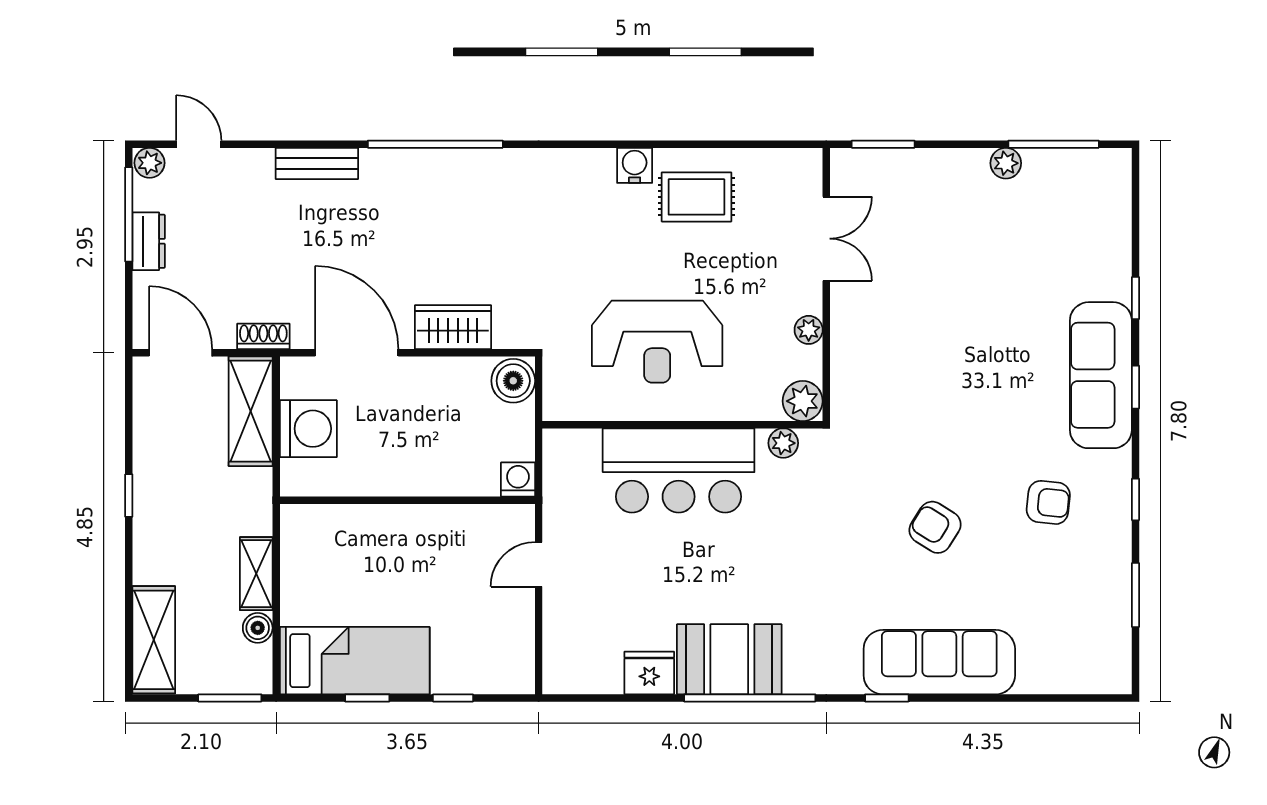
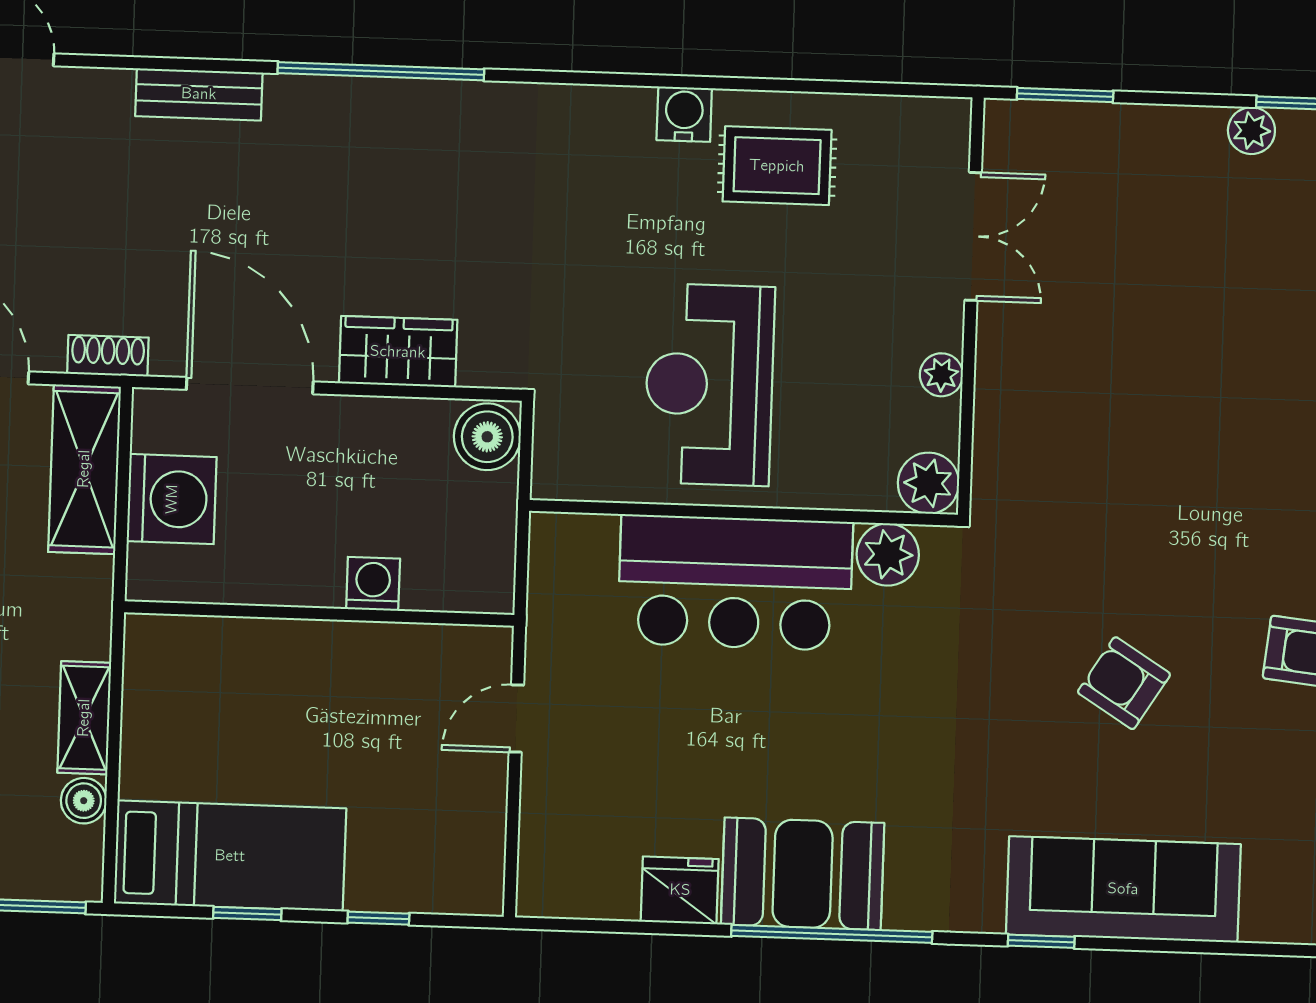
reception desk: (657, 342) -> (709, 385), turned 90
plant: (783, 443) -> (888, 555), width x1.38, depth x1.38
washing machine: (518, 479) -> (373, 584), moved

